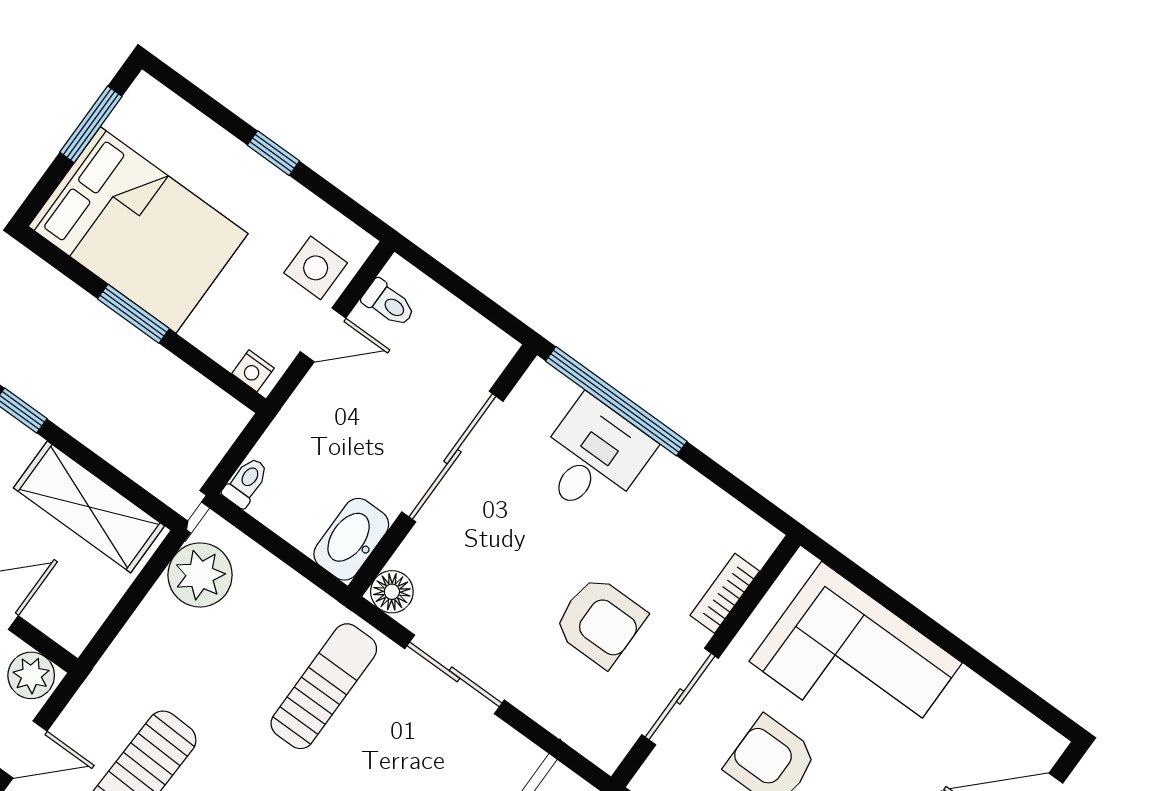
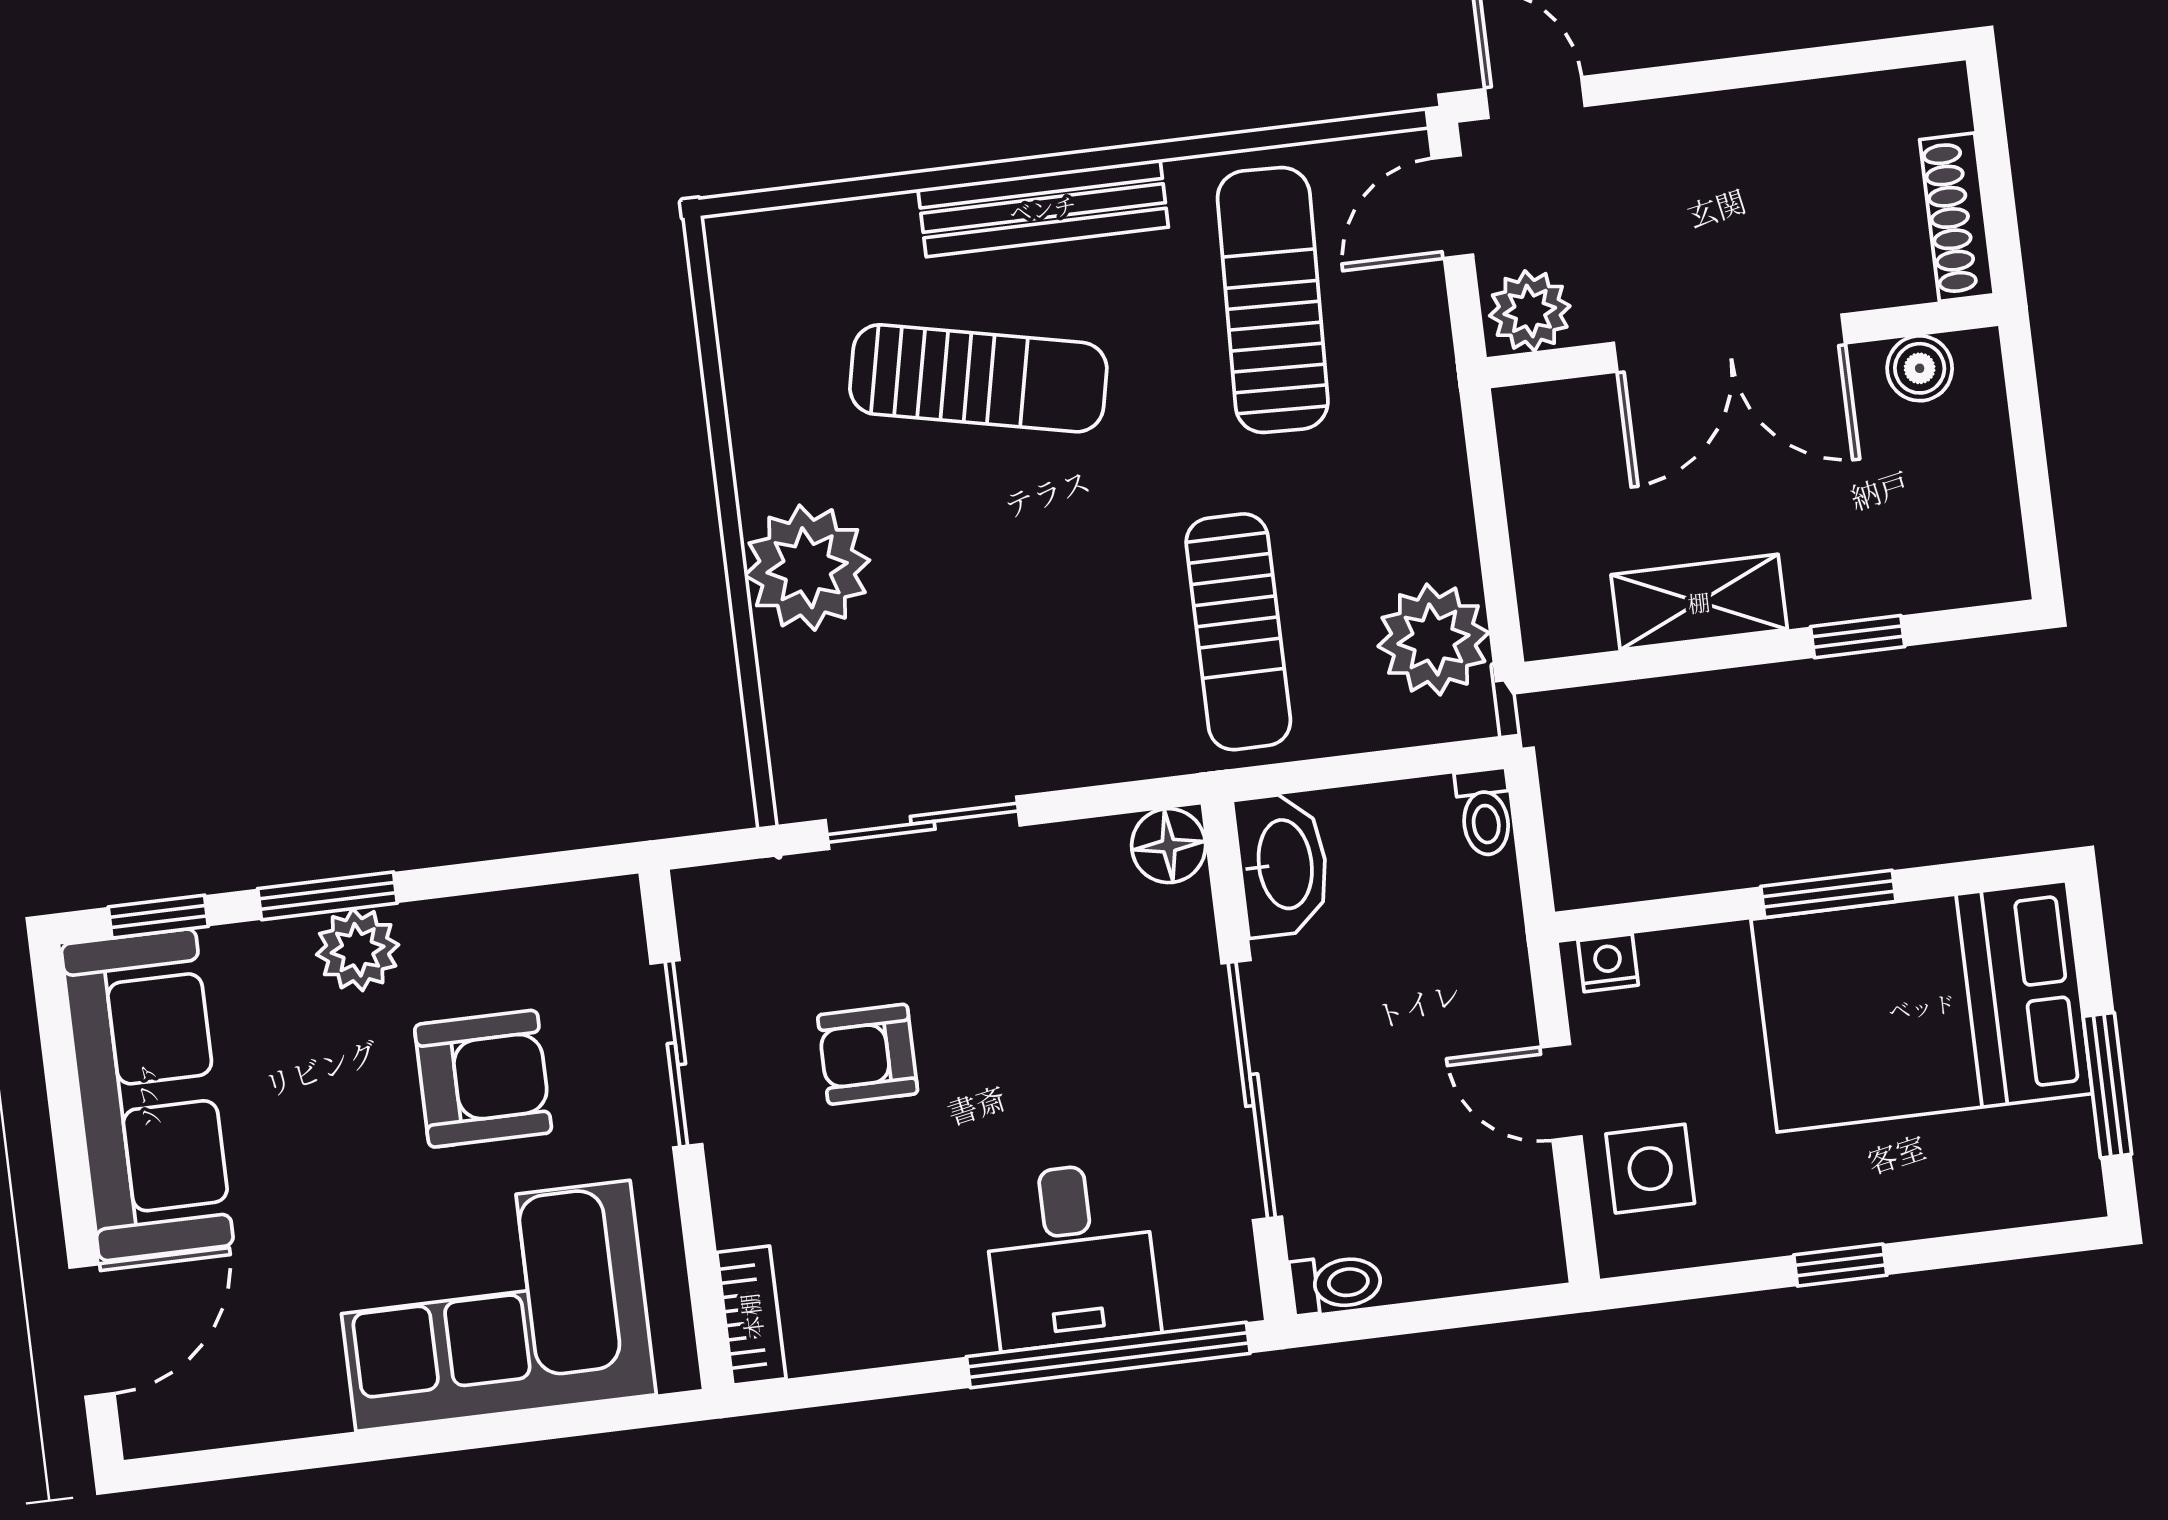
toilet: (389, 303) -> (1336, 1284), moved, turned 180
door: (323, 335) -> (1561, 1092), hinge flipped
shelving: (89, 507) -> (1699, 602), width x0.67, depth x0.75
bookcase: (725, 593) -> (751, 1316), moved
armchair: (600, 622) -> (868, 1054), width x0.72, depth x0.72
sliding door: (454, 674) -> (923, 823), moved
sun lounger: (324, 686) -> (1238, 632), moved

